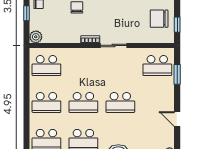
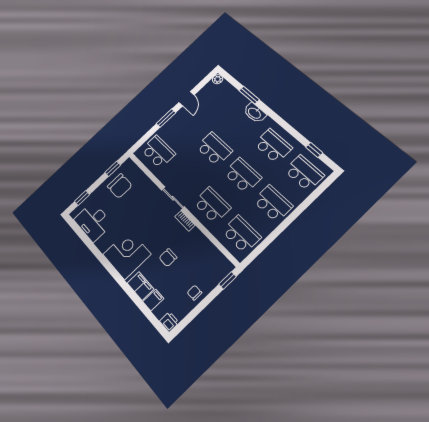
window: (27, 13) -> (227, 280), moved
plant: (36, 37) -> (225, 267), removed
school desk: (83, 66) -> (212, 205), added
window: (177, 74) -> (166, 118), moved

